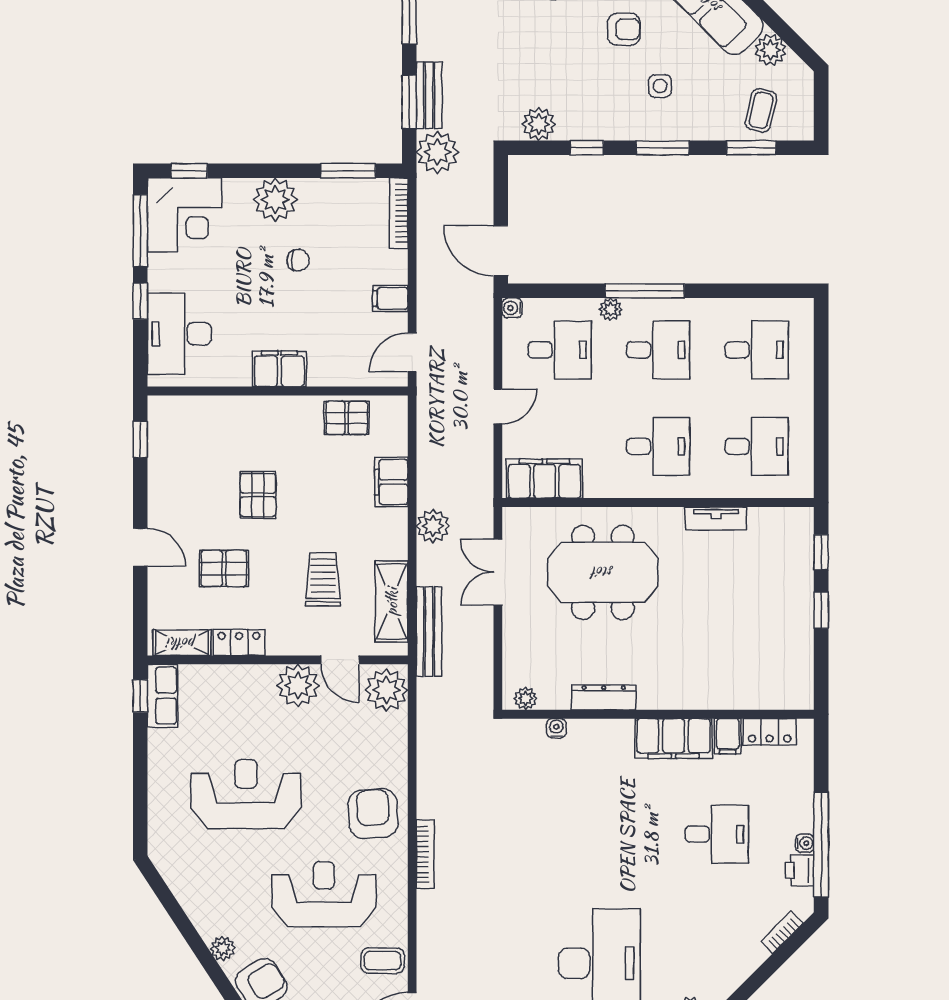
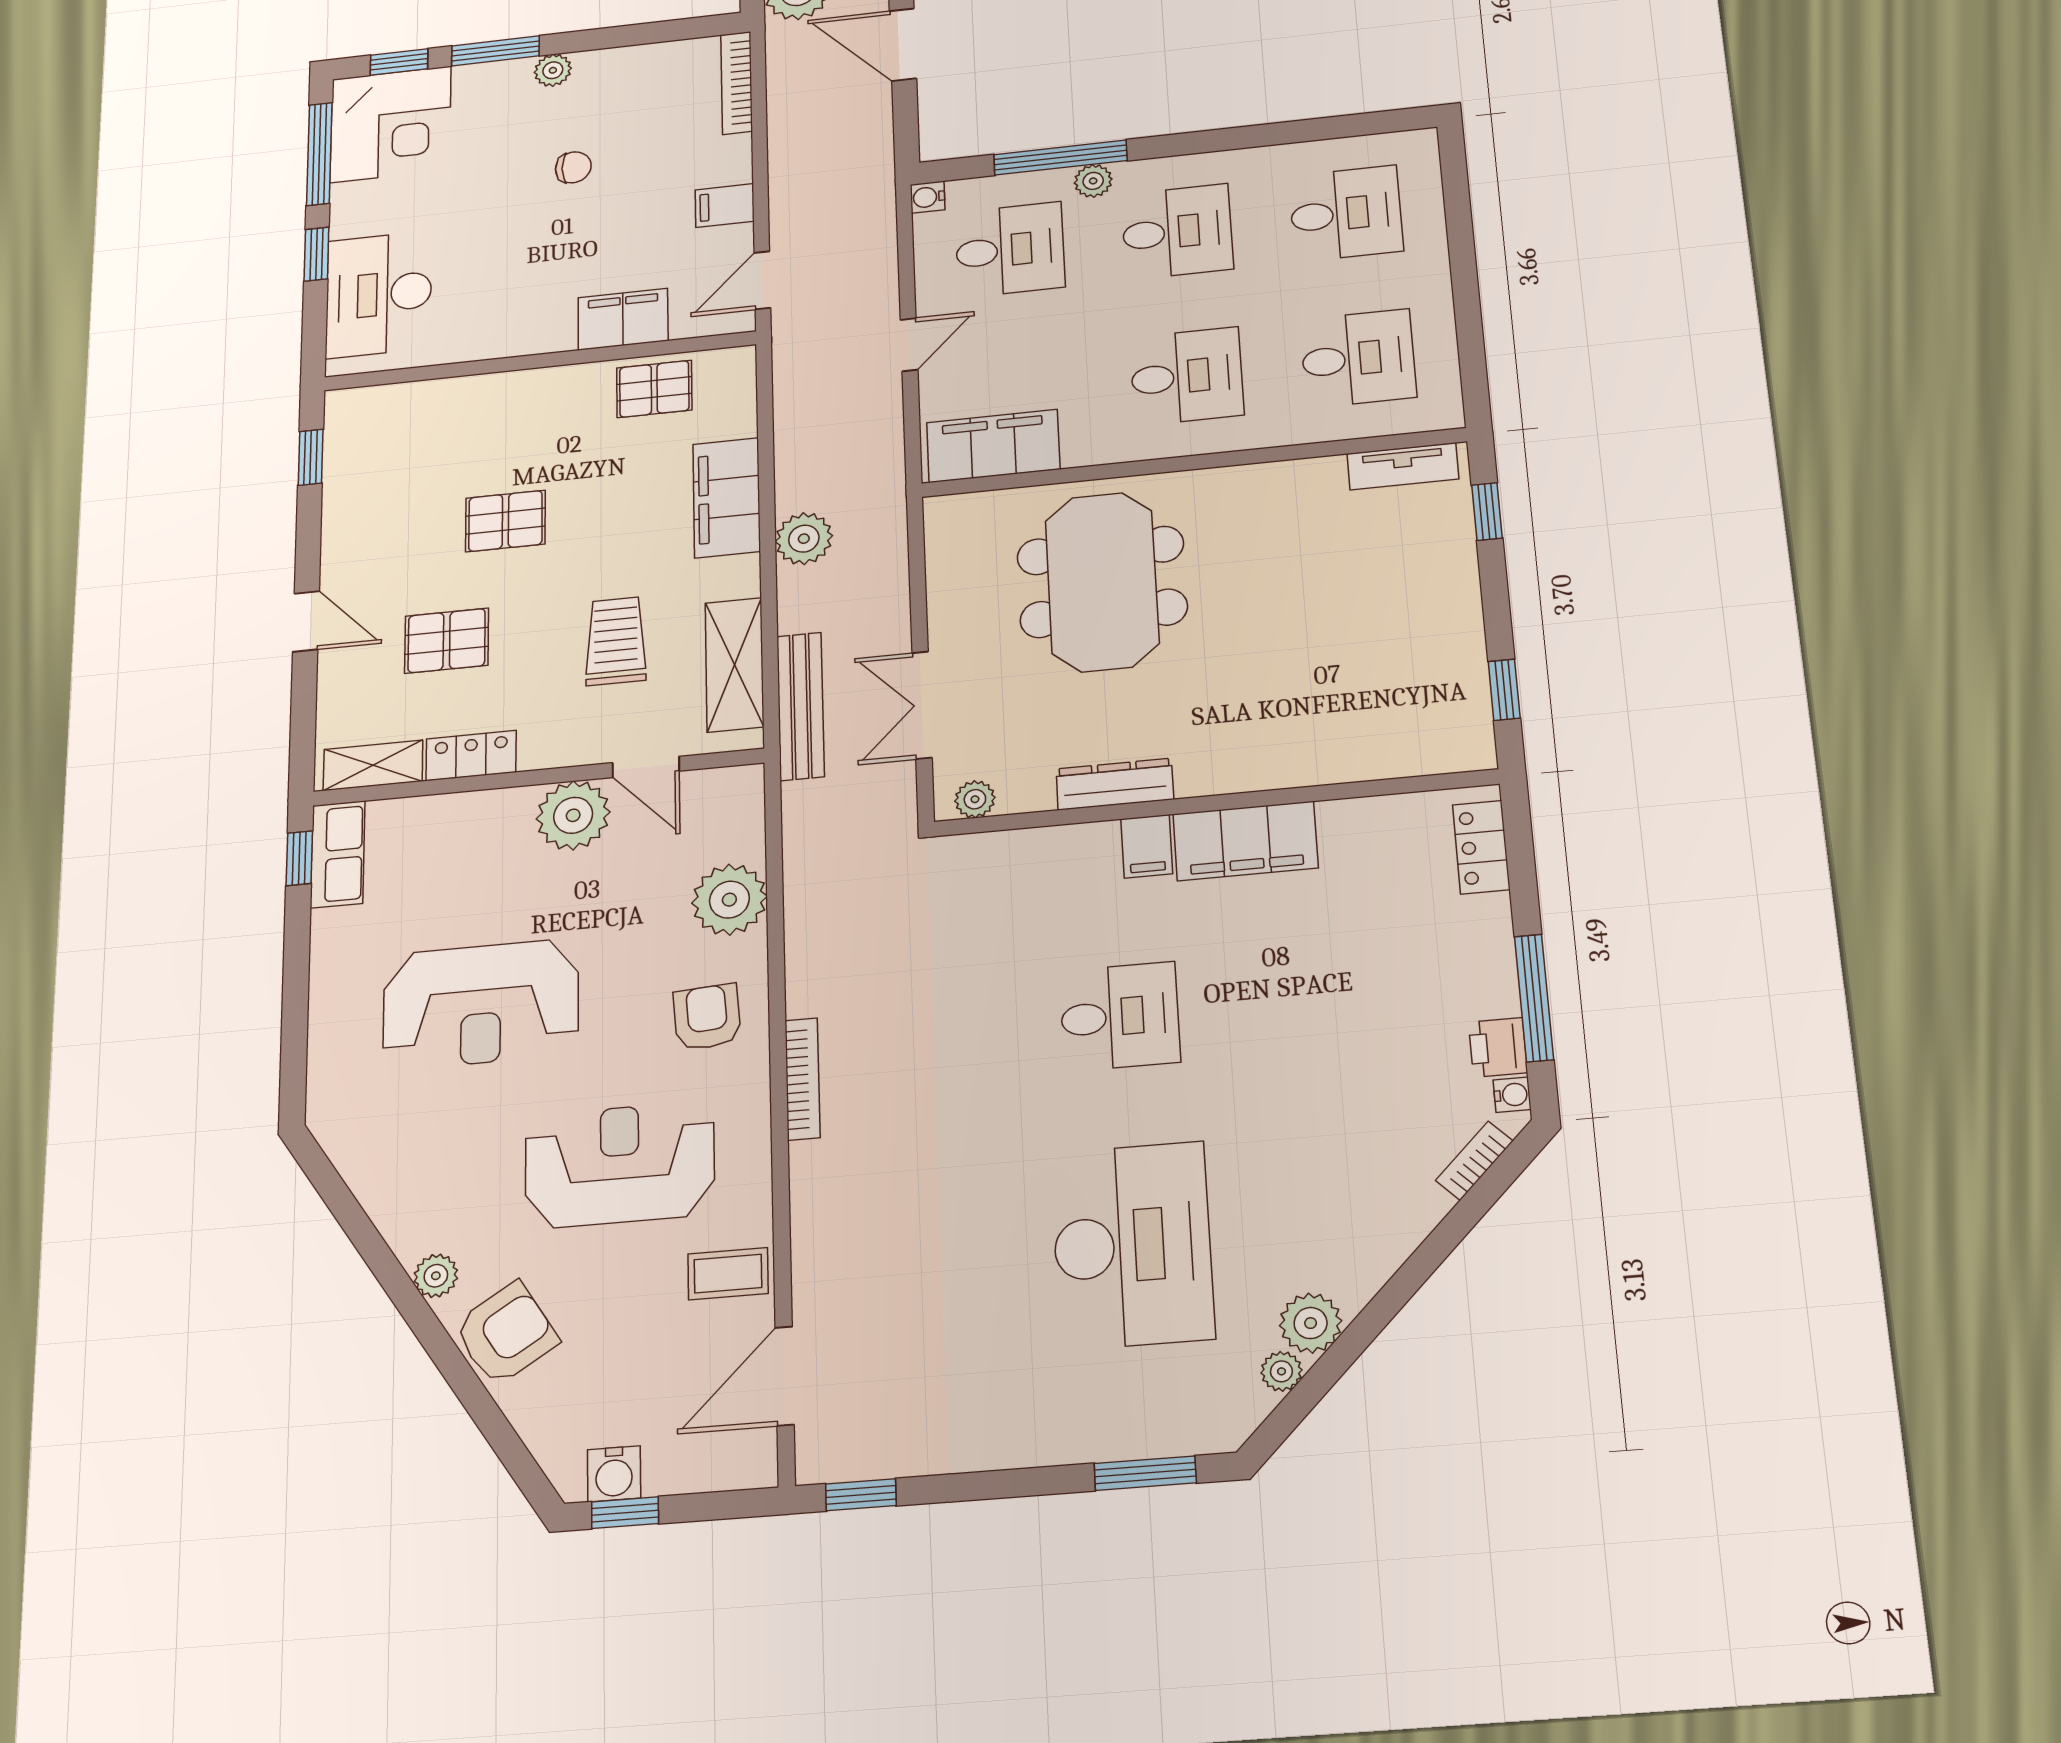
window: (348, 171) -> (495, 51), moved
plant: (275, 200) -> (553, 70), width x0.53, depth x0.53
door: (501, 251) -> (903, 45), moved
window: (645, 291) -> (1060, 158), moved
filing cabinet: (279, 369) -> (623, 319), moved
filing cabinet: (391, 482) -> (727, 498), width x1.50, depth x1.17
pallet: (258, 495) -> (505, 521), turned 90
tv unit: (716, 519) -> (1403, 466), moved
double door: (498, 572) -> (922, 705), moved
meeting table: (603, 572) -> (1102, 582), turned 90
window: (821, 610) -> (1504, 690), moved
plant: (386, 690) -> (729, 900), moved
water cooler: (556, 728) -> (1032, 843), removed
locker: (770, 732) -> (1481, 847), moved, turned 90
filing cabinet: (728, 736) -> (1147, 846), moved
reception desk: (246, 794) -> (481, 1004), turned 180
armchair: (373, 813) -> (707, 1017), width x0.72, depth x0.72
desk: (717, 834) -> (1120, 1016), moved
water cooler: (805, 843) -> (1512, 1095), moved
window: (821, 844) -> (1534, 998), width x0.68

